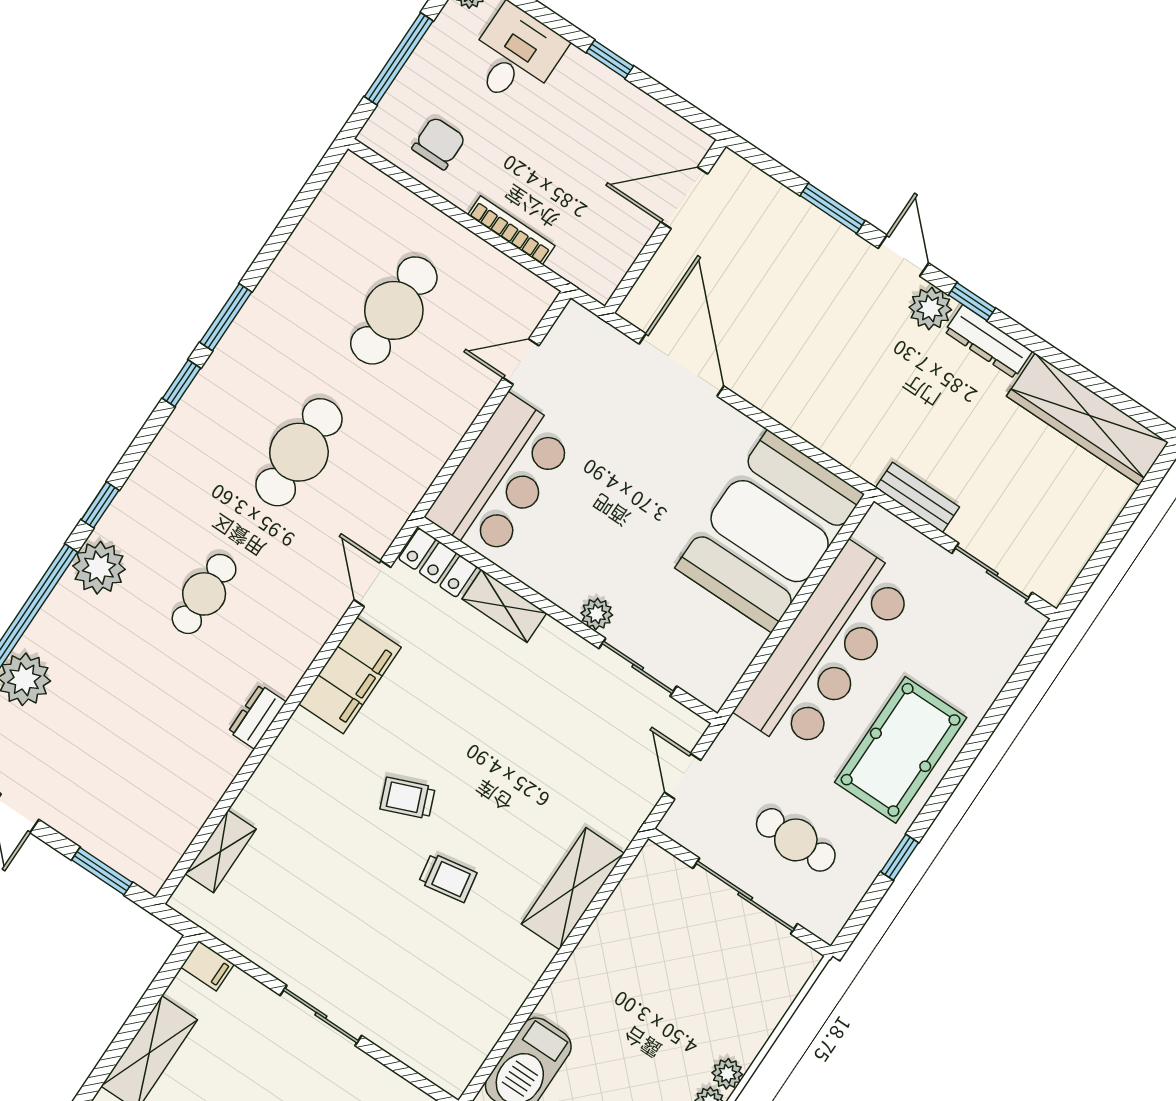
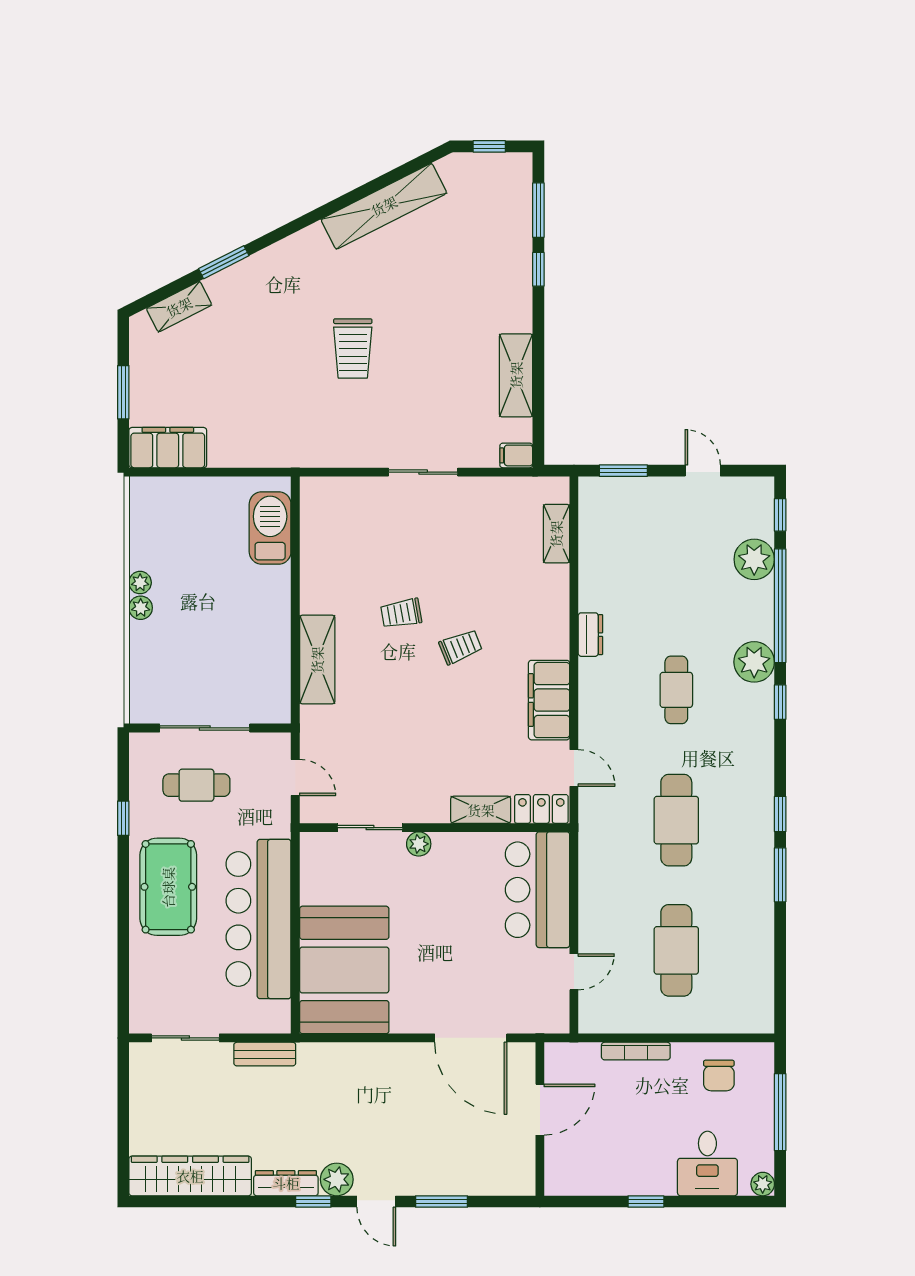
door: (684, 198) -> (540, 1110), moved

